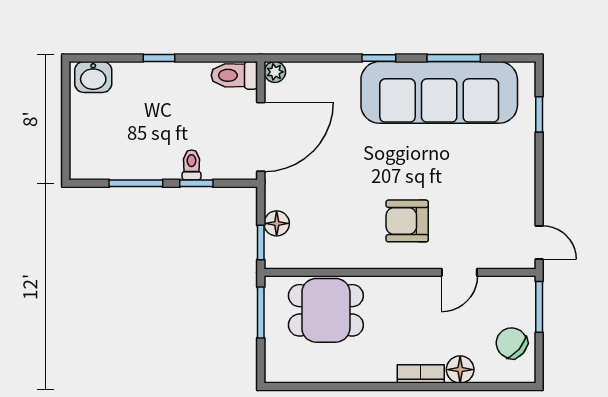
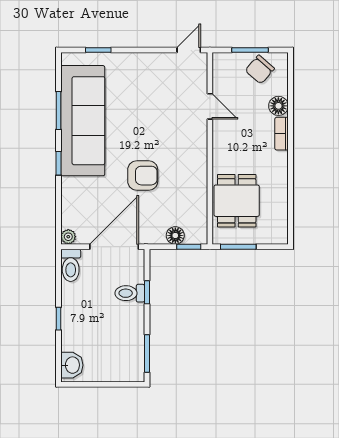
door: (261, 137) -> (114, 247), hinge flipped
toilet: (192, 165) -> (130, 293), width x1.37, depth x1.39
window: (136, 183) -> (147, 354), moved
armchair: (407, 221) -> (143, 176), moved, turned -90
window: (539, 307) -> (250, 50), moved

